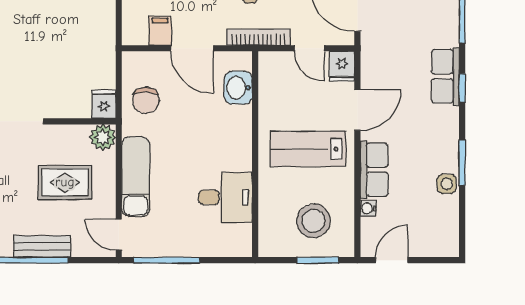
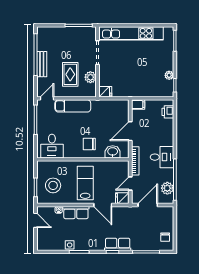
filing cabinet: (160, 31) -> (138, 105), moved
chair: (146, 100) -> (89, 144), moved
plant: (103, 137) -> (90, 77), moved
desk: (225, 197) -> (52, 146), moved

